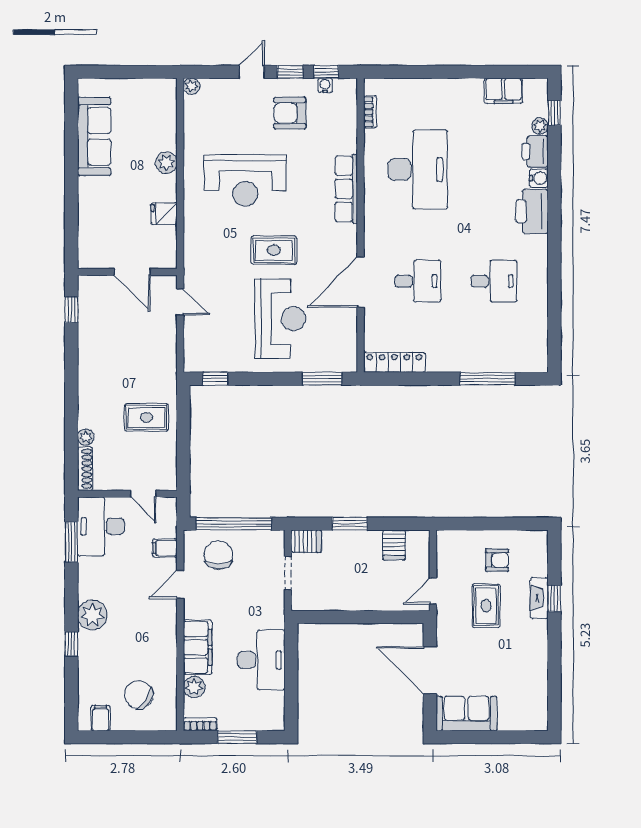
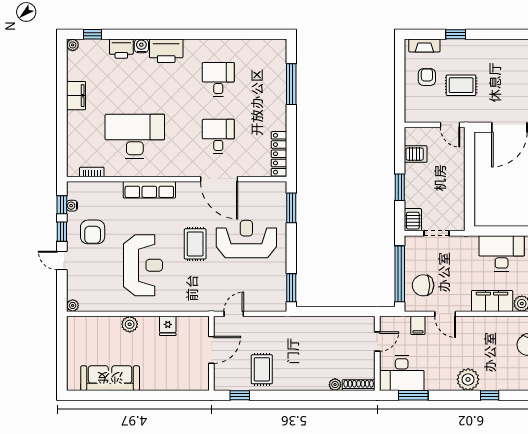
filing cabinet: (503, 91) -> (76, 96), moved
plant: (540, 126) -> (73, 45), moved
window: (215, 379) -> (291, 288), width x1.50
rug: (146, 417) -> (262, 369), moved
fireplace: (539, 598) -> (424, 45), moved

